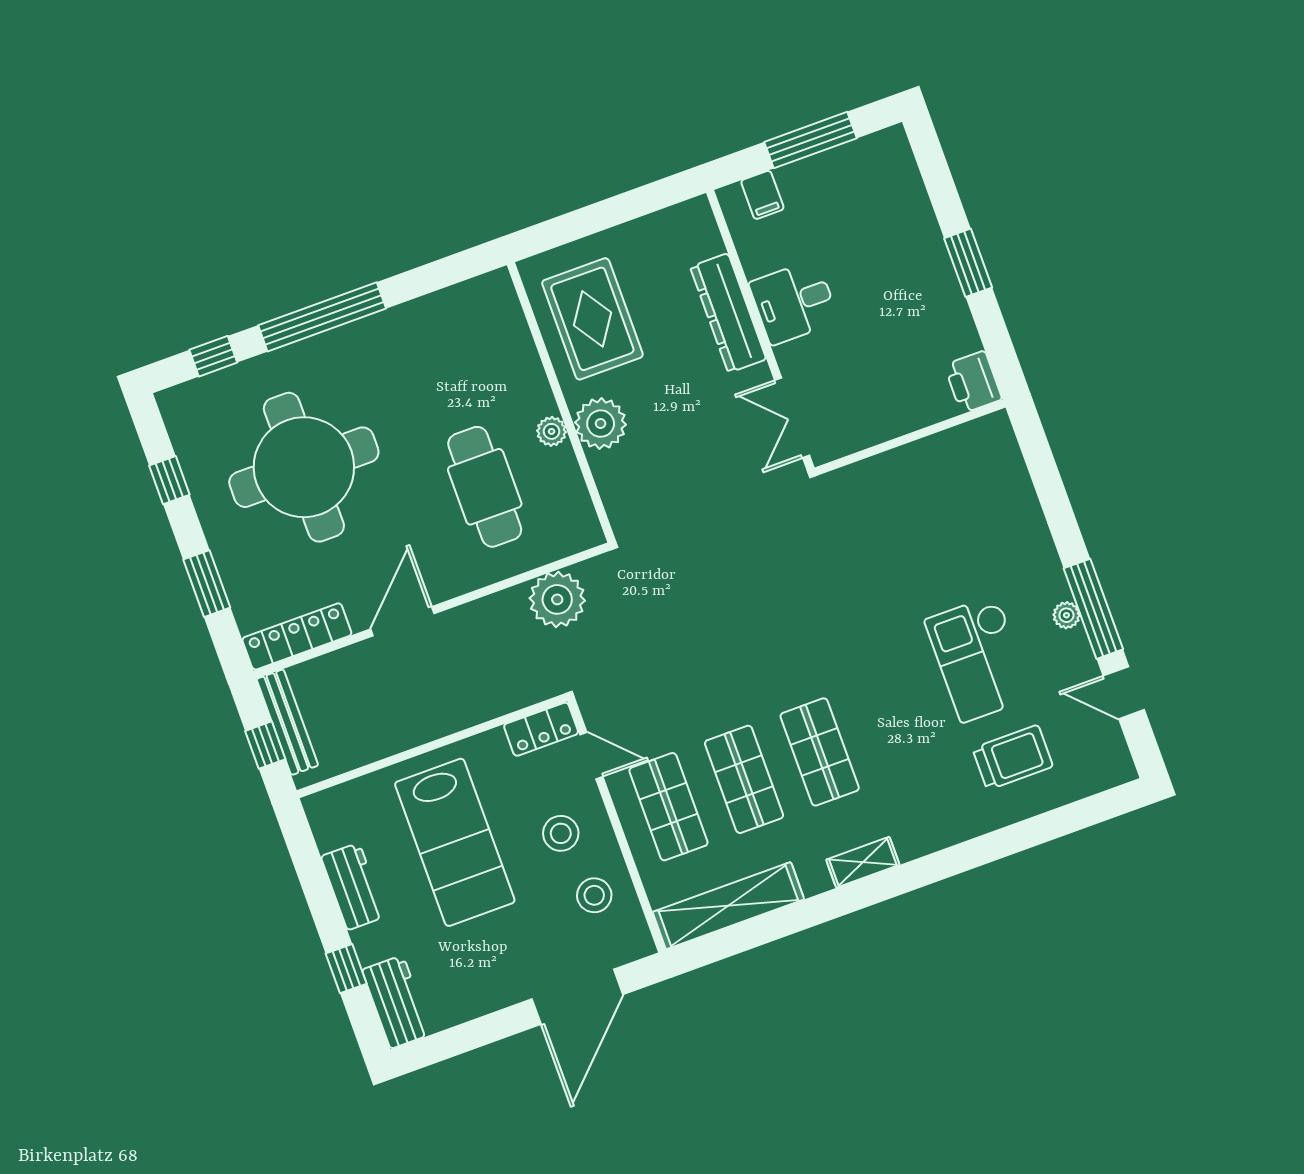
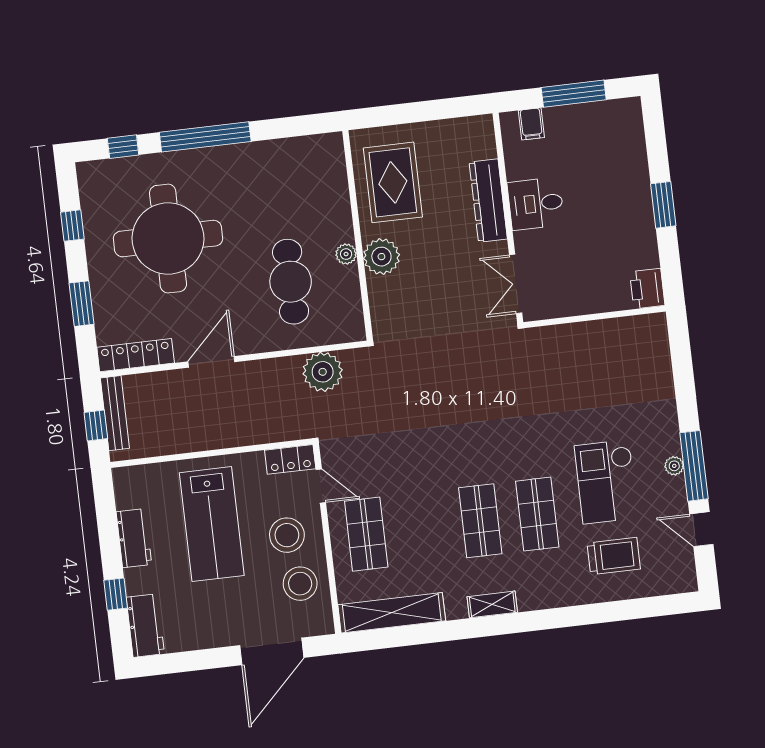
shop shelf: (744, 779) -> (537, 514), moved
stool: (561, 833) -> (287, 535), width x1.38, depth x1.38
stool: (594, 895) -> (300, 584), width x1.38, depth x1.38

